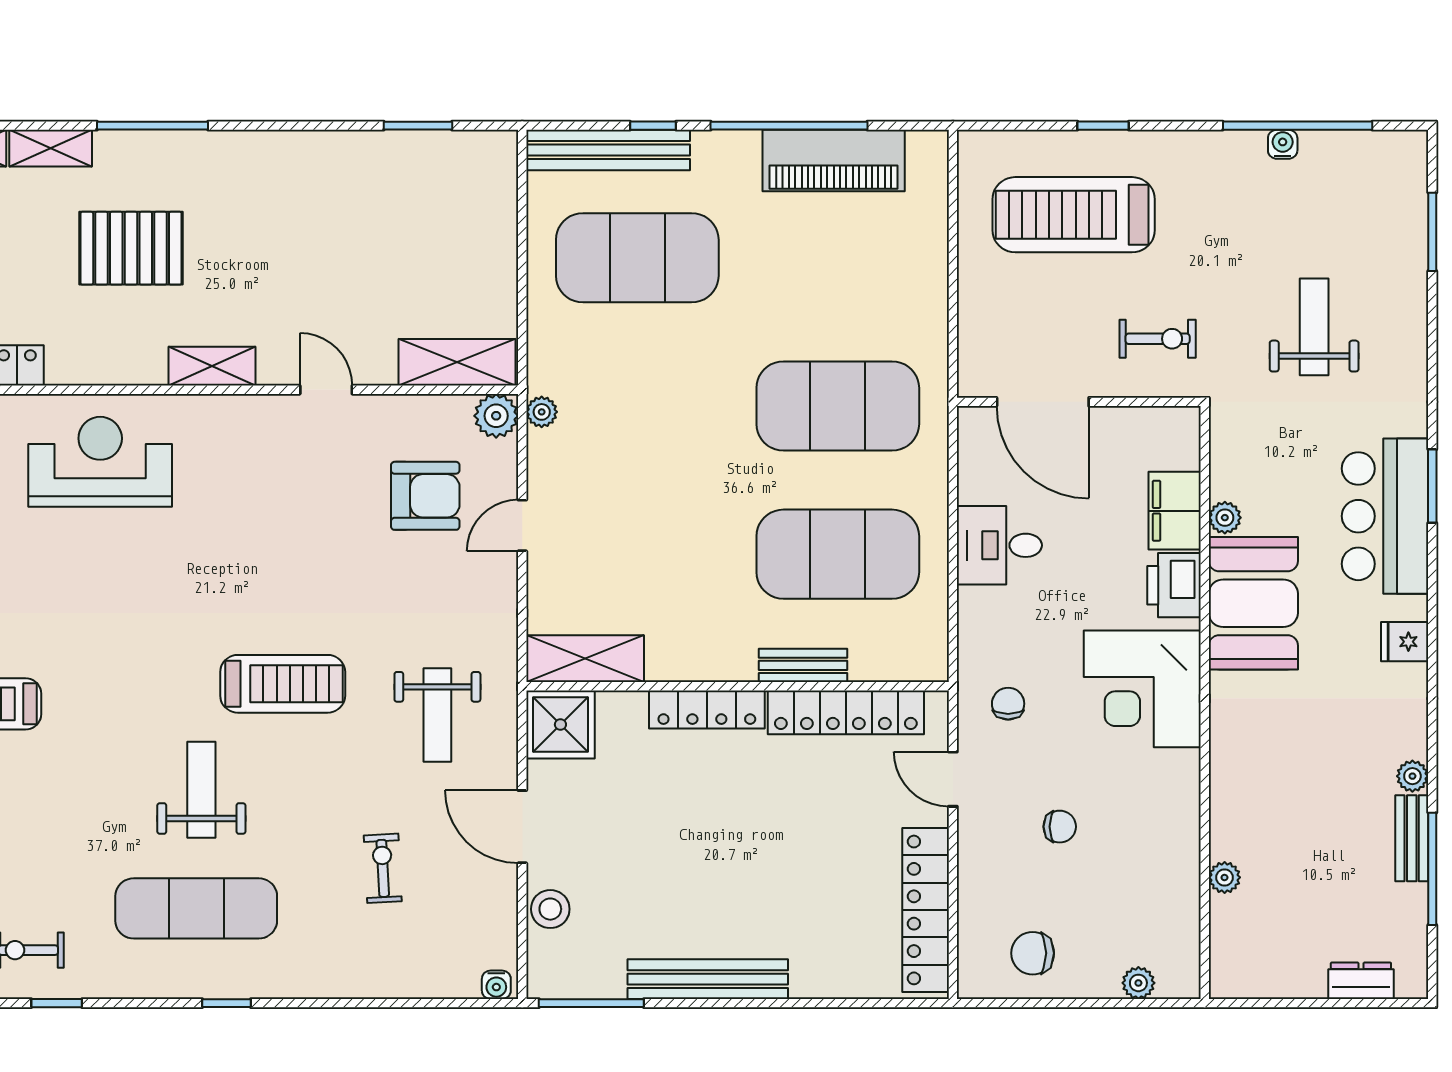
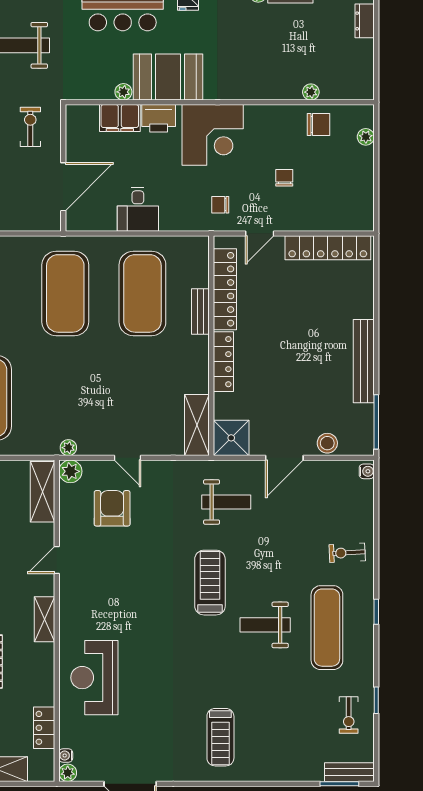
exercise bike: (383, 868) -> (347, 553), moved
chair: (1033, 953) -> (319, 125), moved, turned -90

